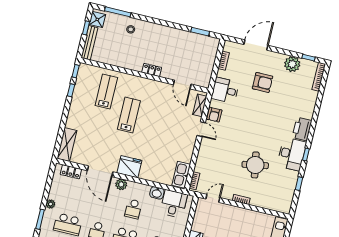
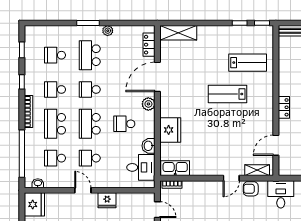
lab bench: (129, 115) -> (228, 94), turned 180
fridge: (129, 167) -> (170, 130), moved

